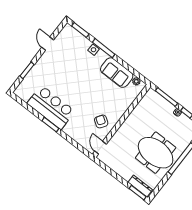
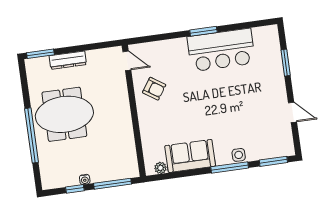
dresser: (140, 186) -> (68, 60), moved

